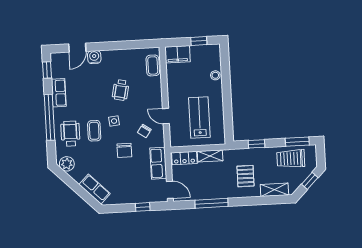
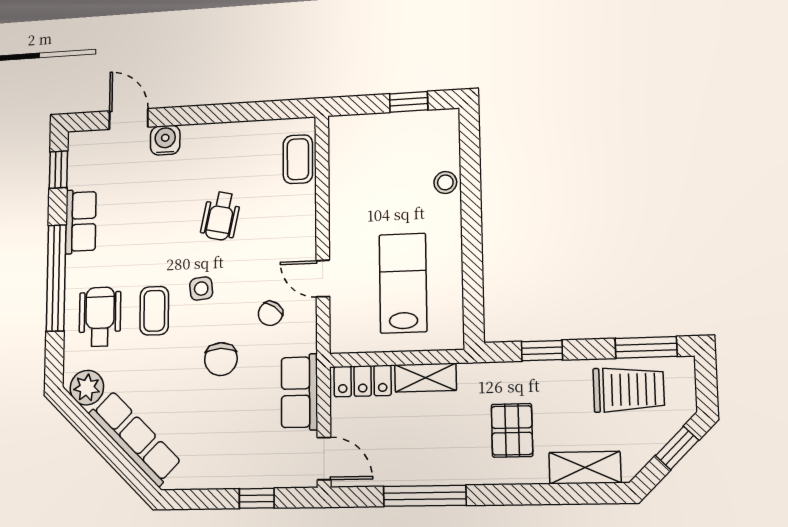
door: (77, 48) -> (129, 119), swing flipped
filing cabinet: (177, 54) -> (357, 133), removed
trolley: (291, 159) -> (629, 390), turned 180
row of seats: (95, 189) -> (135, 438), width x1.48

